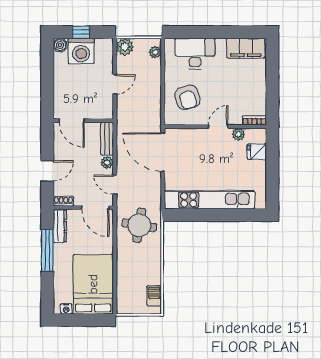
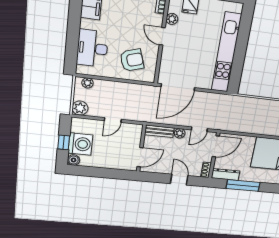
door: (115, 84) -> (113, 120), swing flipped
round table: (139, 225) -> (237, 114), removed

